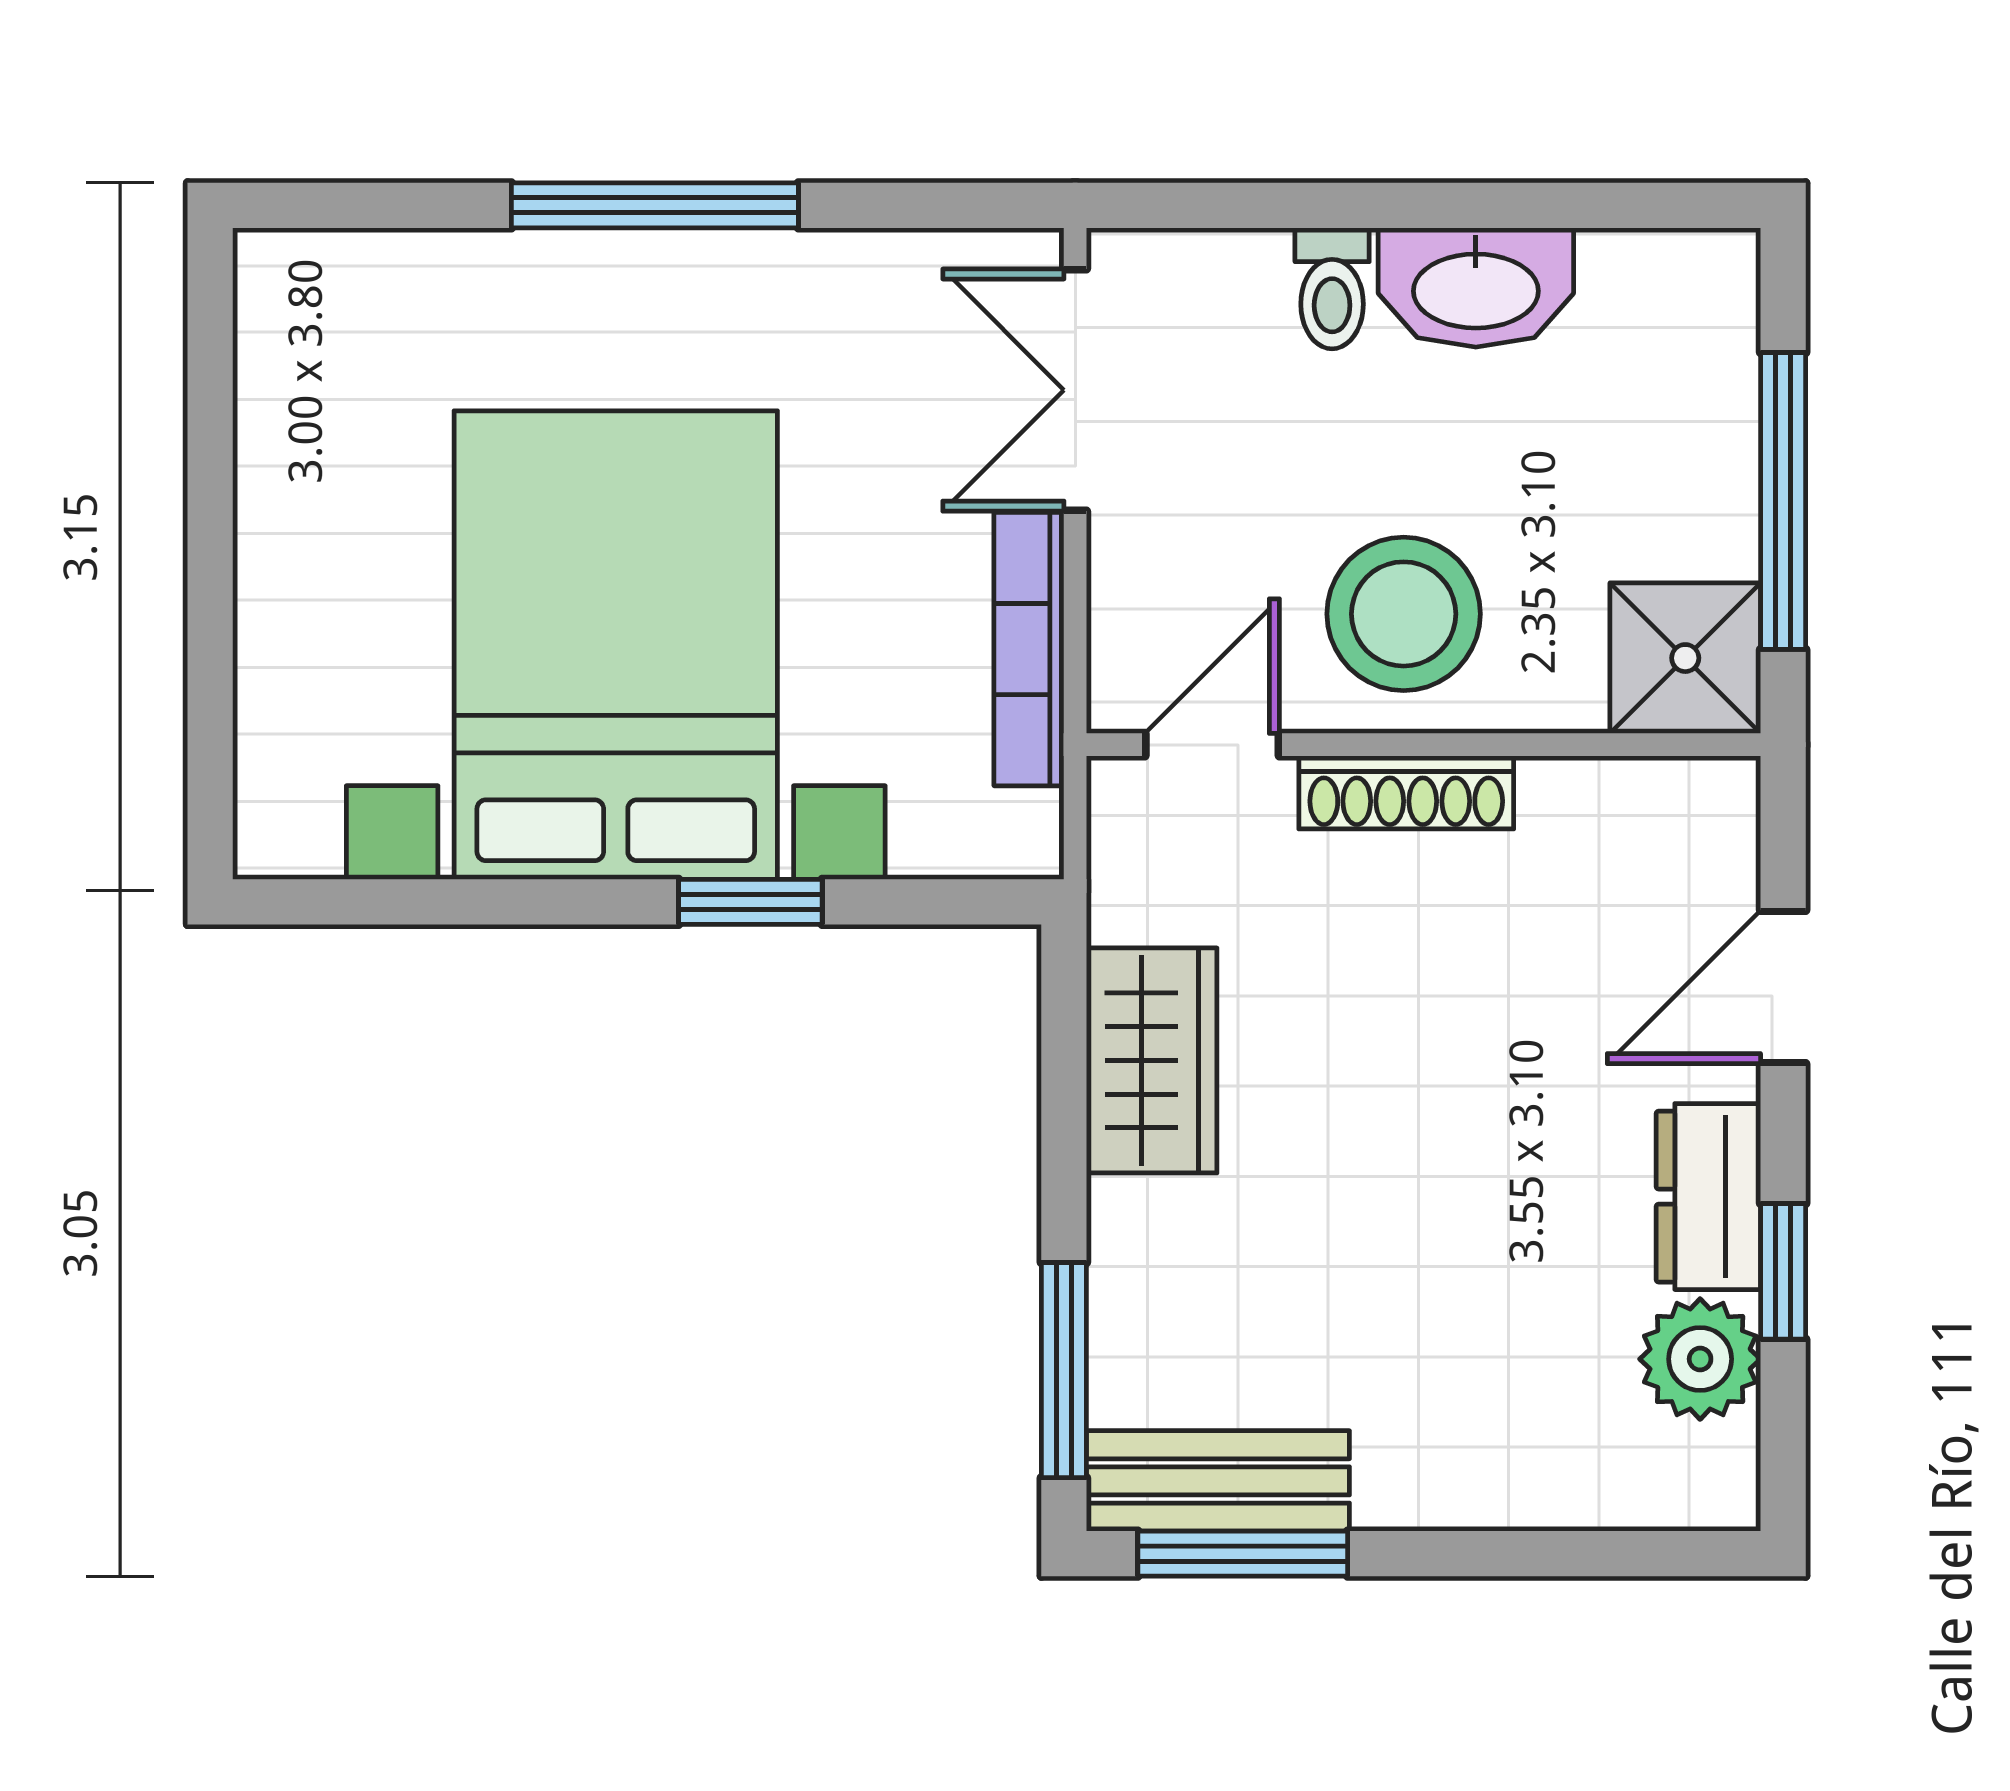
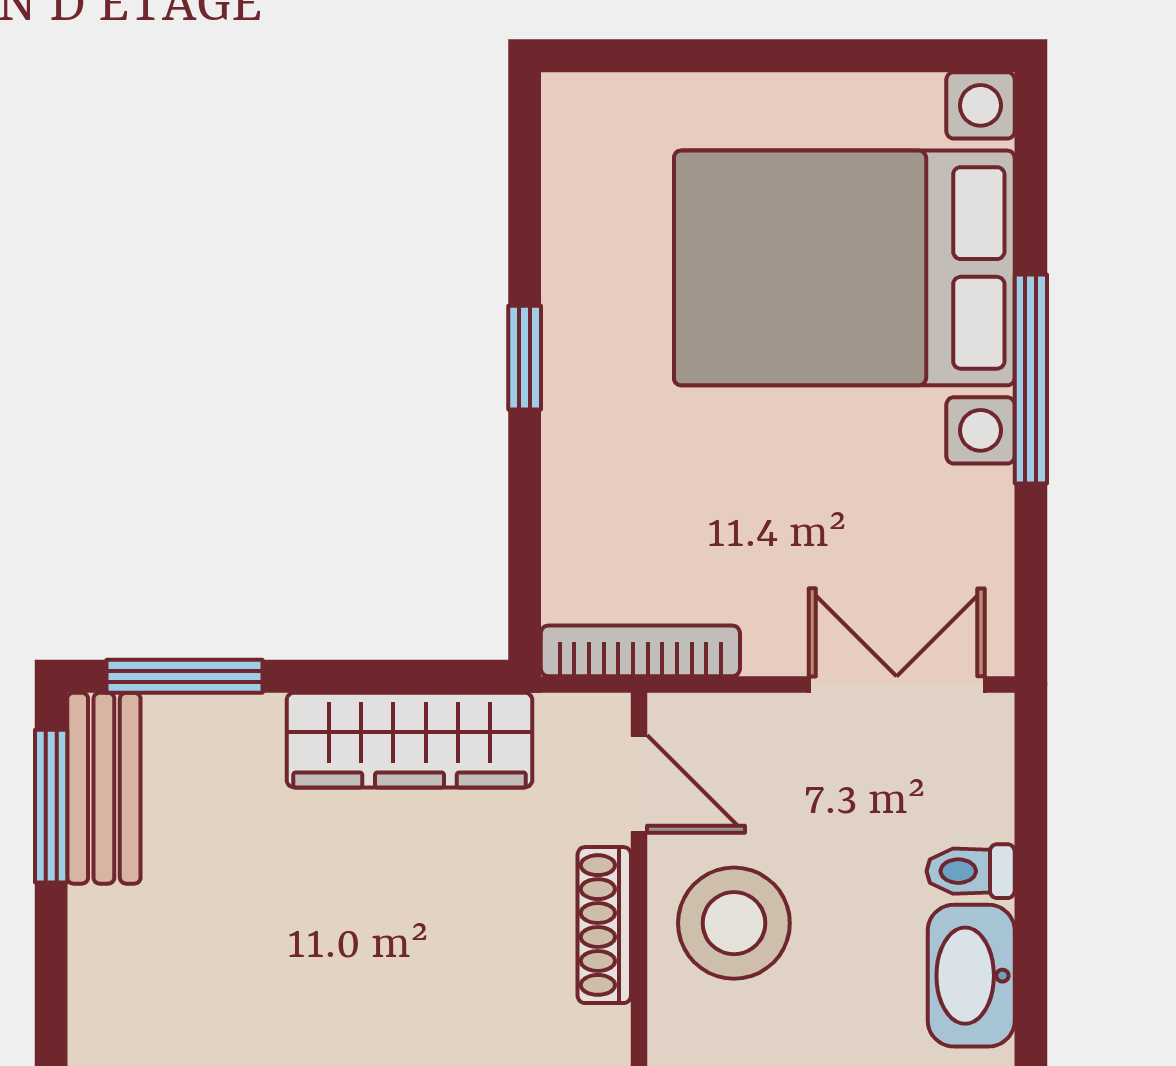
bed with nightstands: (616, 645) -> (844, 268), moved, turned 180
bookcase: (1029, 649) -> (640, 651), moved
window: (750, 902) -> (525, 358), moved
wardrobe: (1152, 1060) -> (409, 740), width x1.50

